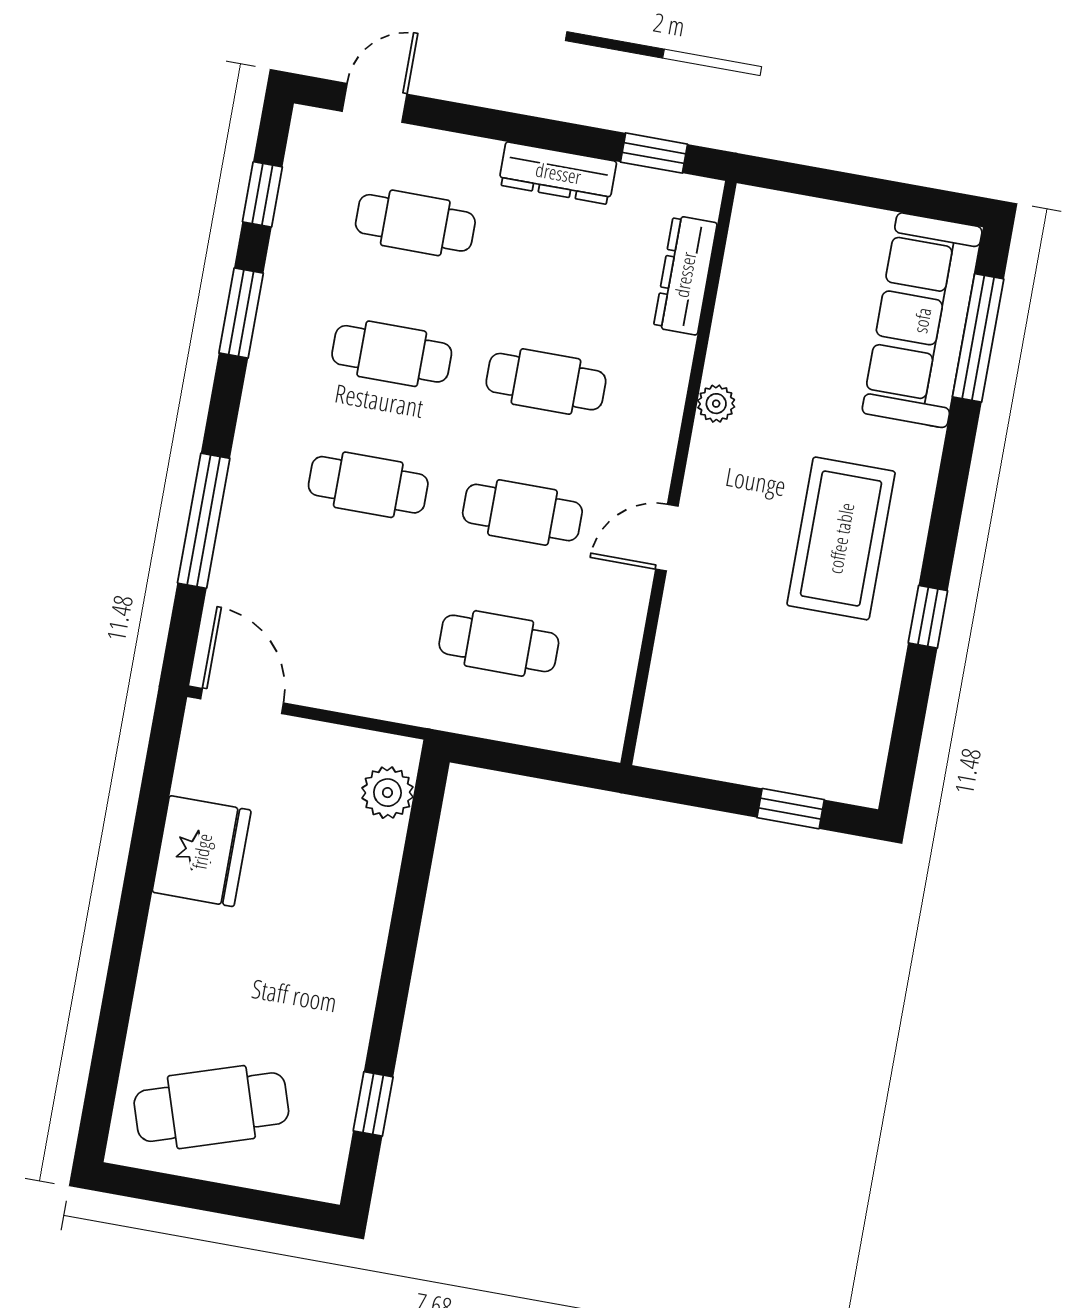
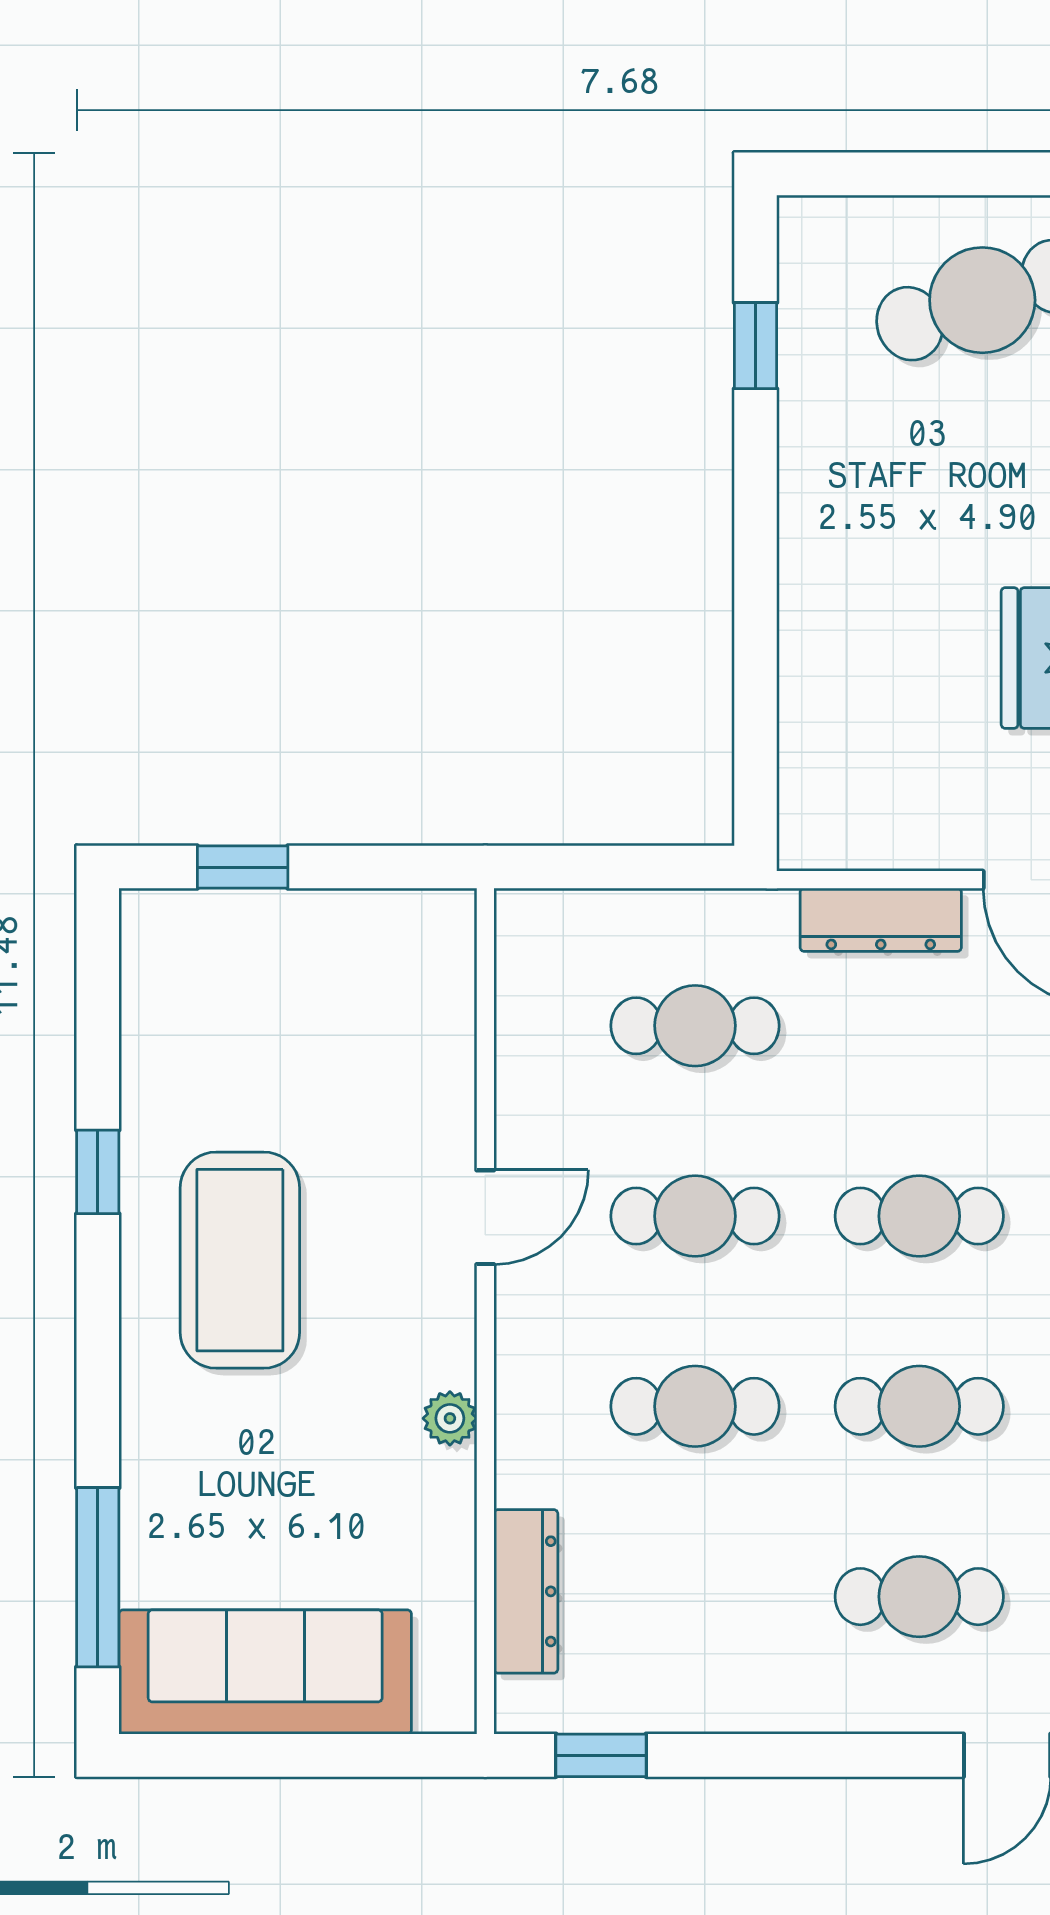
dresser: (558, 173) -> (881, 920), moved, turned 180
sofa: (922, 320) -> (265, 1672), moved, turned -90
plant: (387, 793) -> (814, 788), removed

